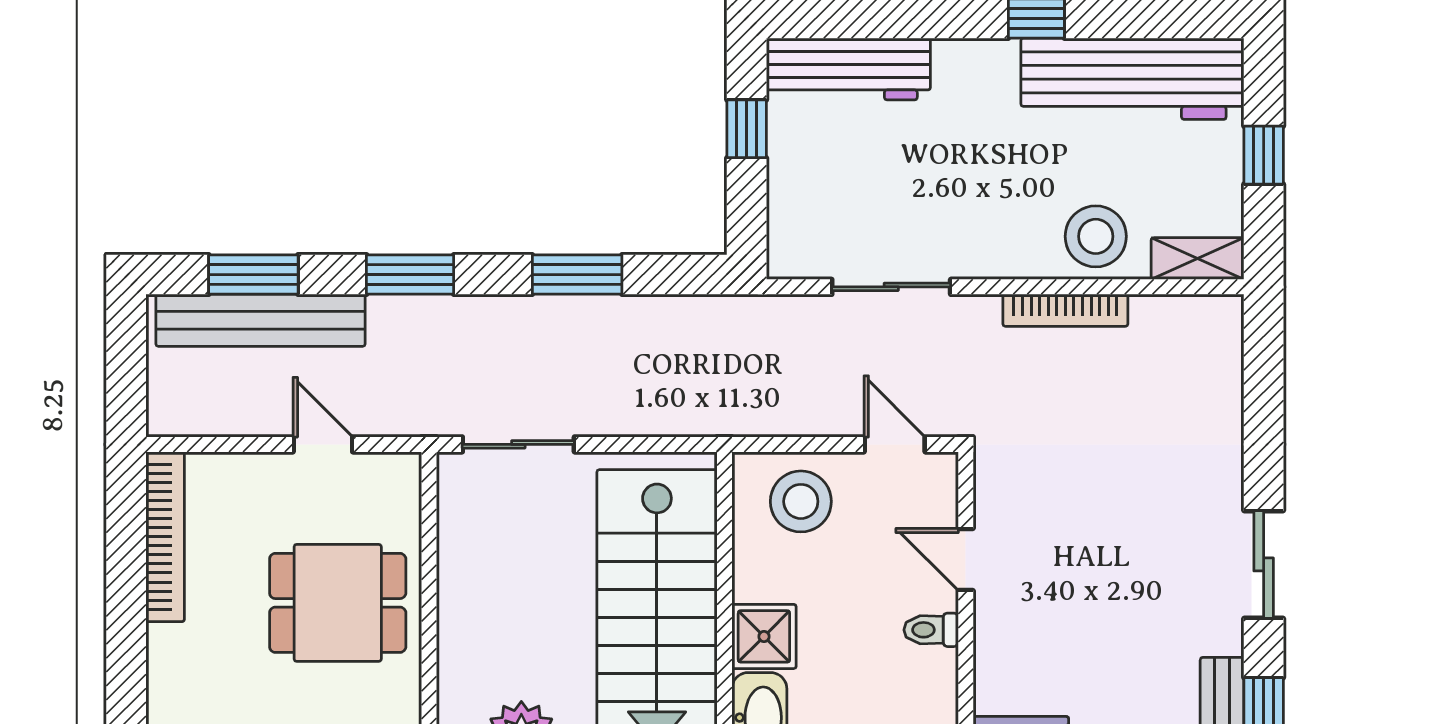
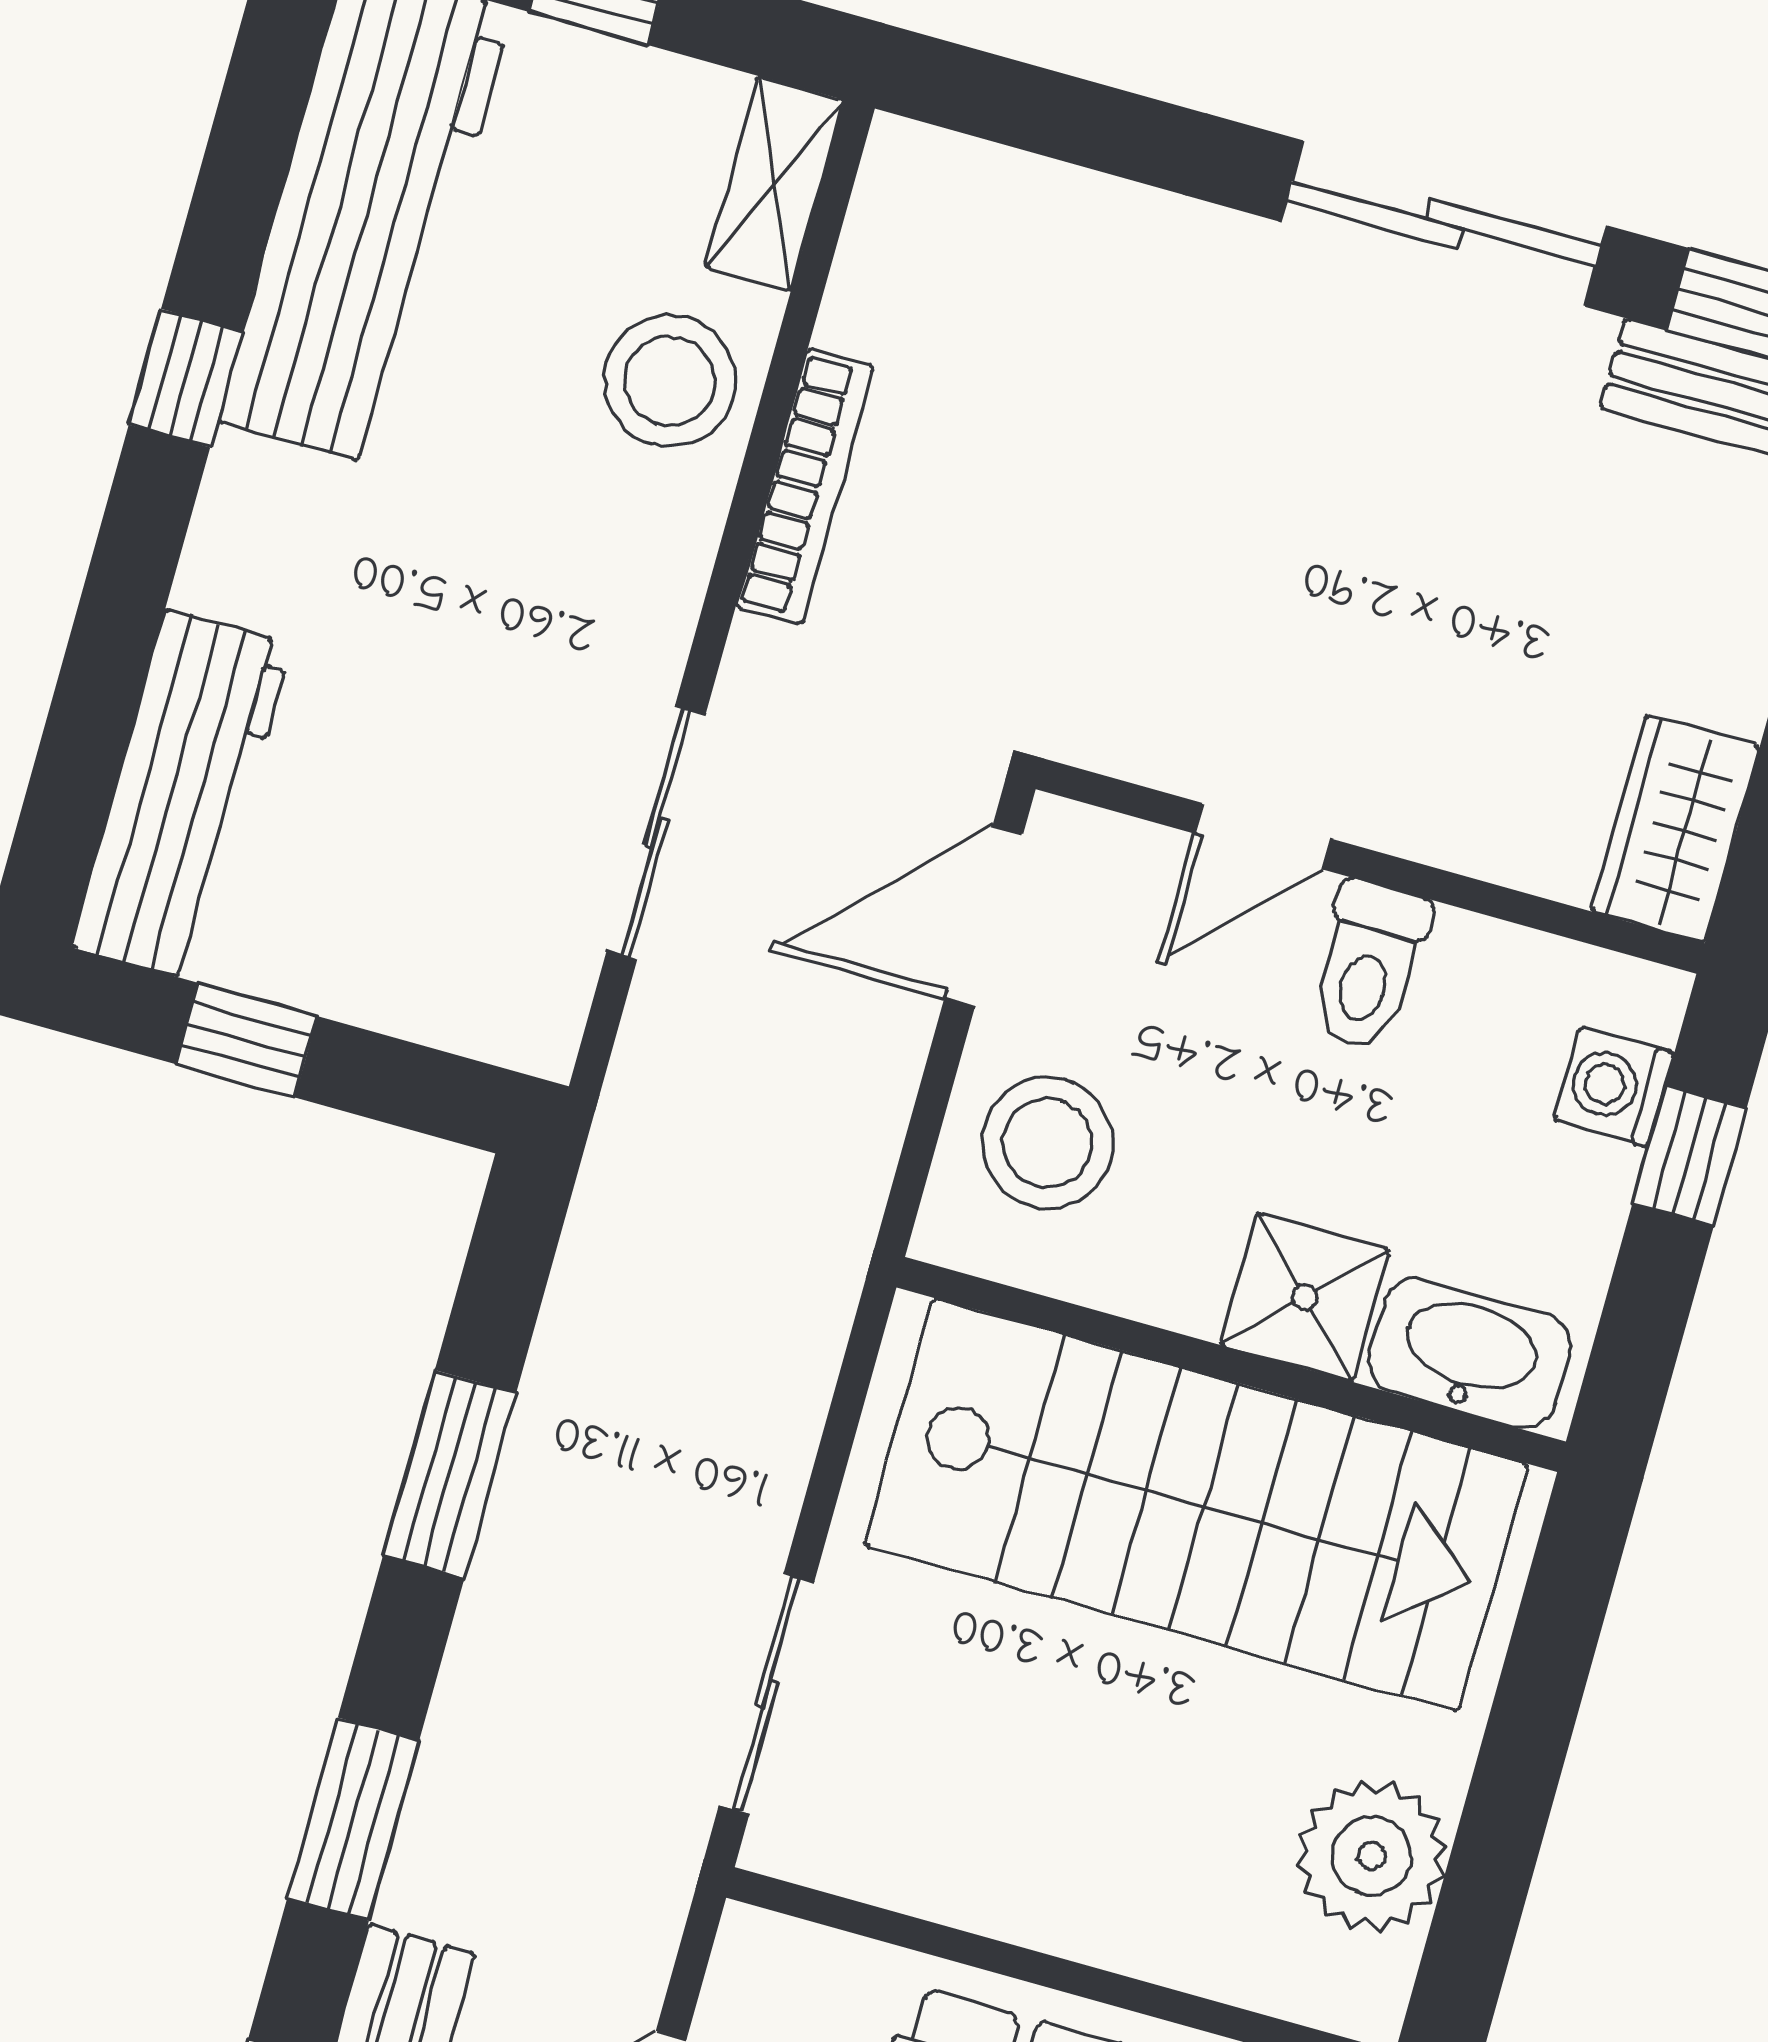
door: (895, 444) -> (984, 916), width x1.38
sliding door: (1264, 564) -> (1444, 224), width x1.37
toilet: (931, 630) -> (1369, 966), width x1.37, depth x1.39

